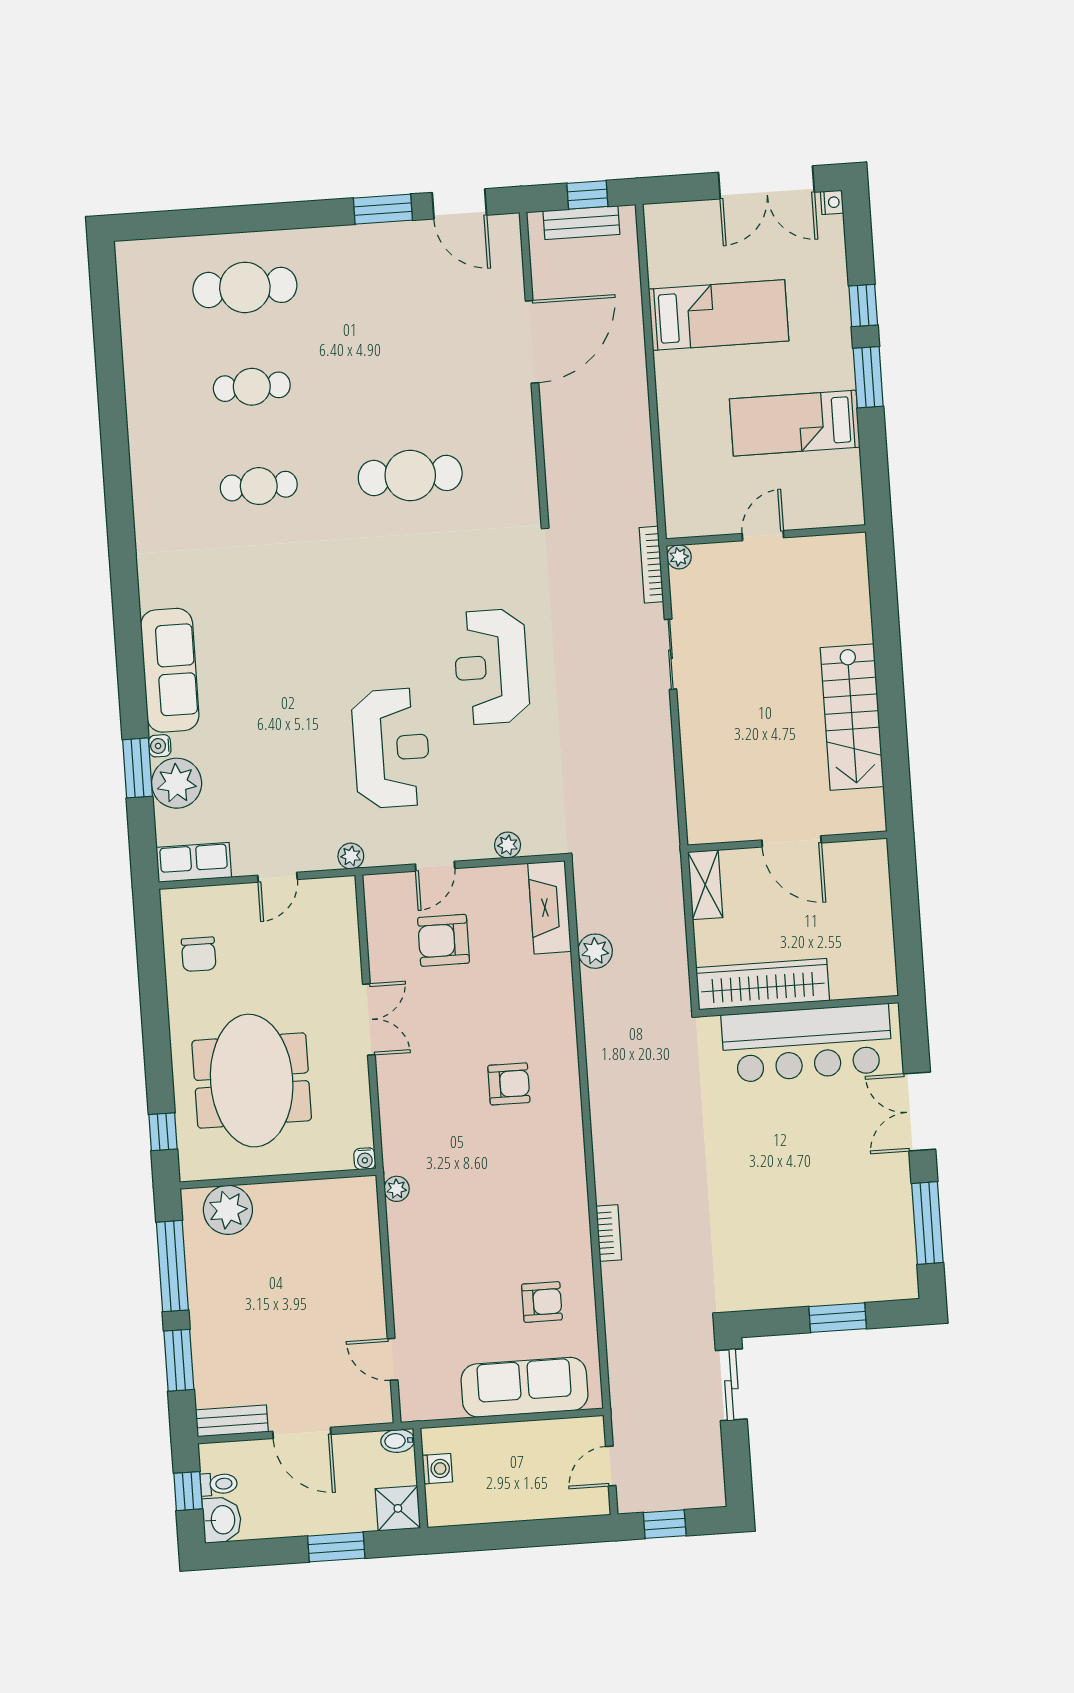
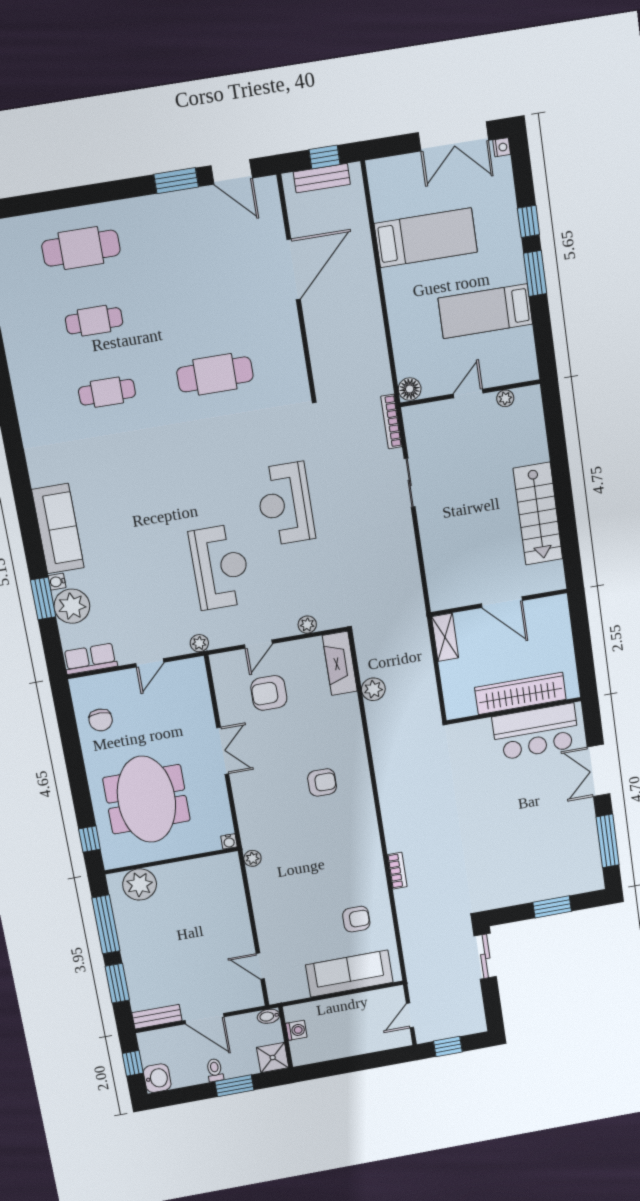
floor lamp: (680, 521) -> (410, 389), added
plant: (679, 557) -> (505, 398), moved
wardrobe: (763, 984) -> (520, 693), moved
bar counter: (807, 1043) -> (536, 732), width x0.73
toilet: (219, 1484) -> (215, 1070), moved, turned -90

